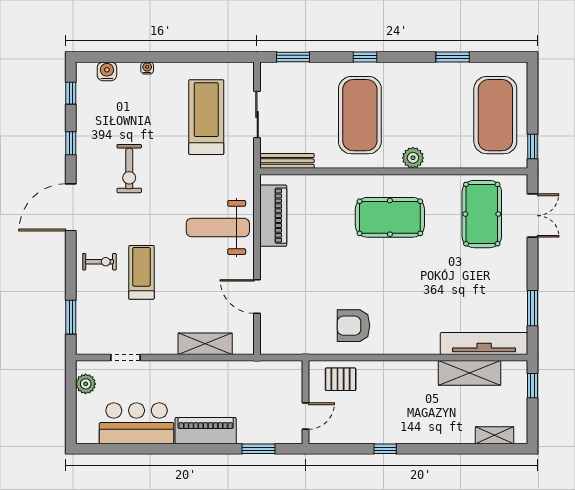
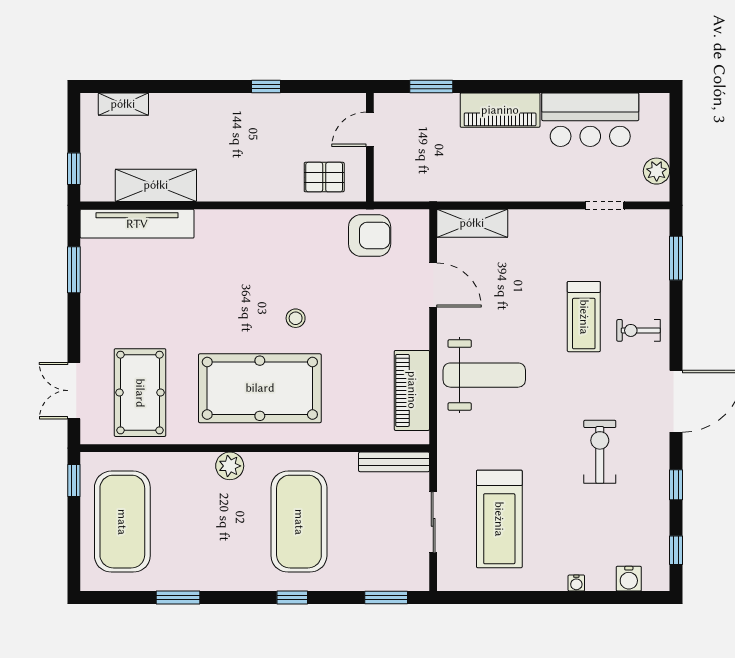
pool table: (390, 217) -> (260, 388), width x1.36, depth x1.32
stool: (362, 271) -> (296, 318), added
armchair: (354, 326) -> (370, 235), moved
shelving: (205, 344) -> (472, 223), moved

